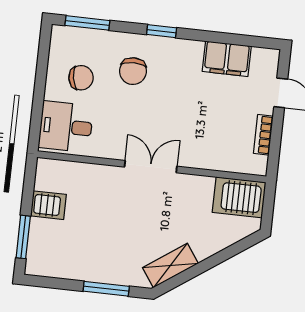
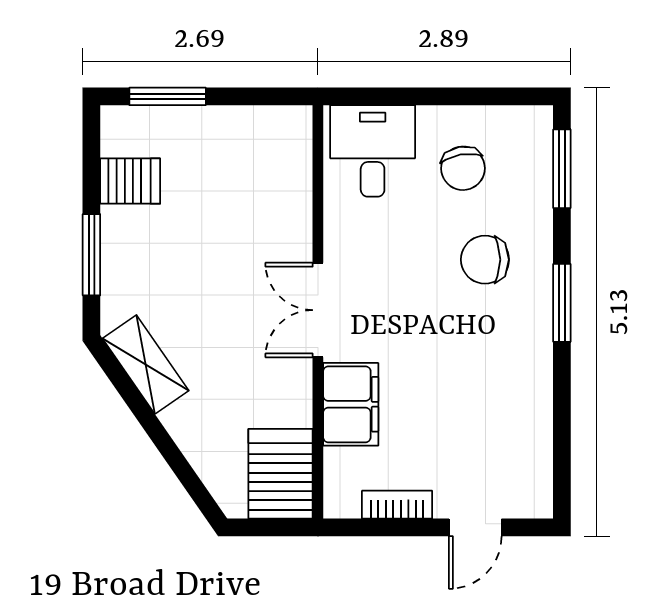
window: (162, 31) -> (562, 303), width x1.50
filing cabinet: (227, 59) -> (351, 404), moved, turned 180
double door: (151, 167) -> (318, 310), swing flipped
server rack: (48, 205) -> (130, 181), moved, turned -90

